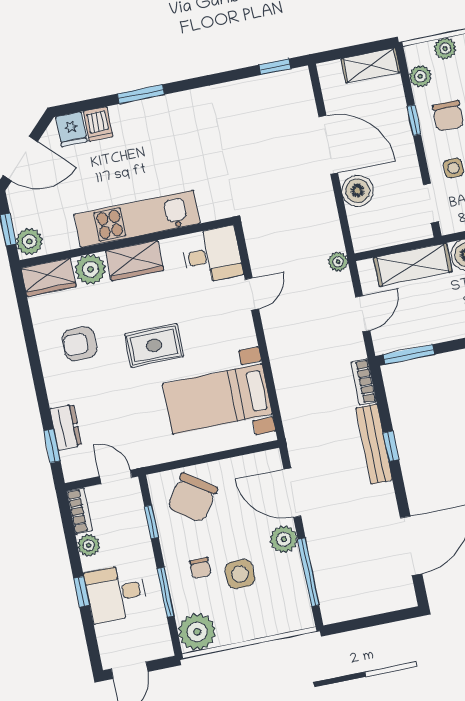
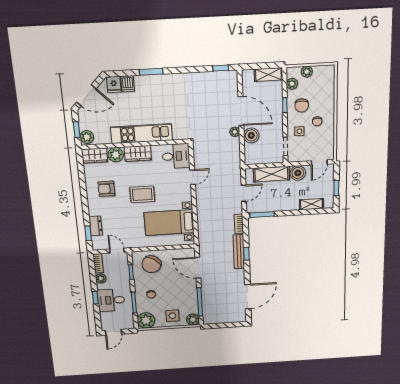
plant: (338, 262) -> (235, 132), moved
plant: (284, 539) -> (193, 319), moved
side table: (240, 574) -> (172, 316), moved

